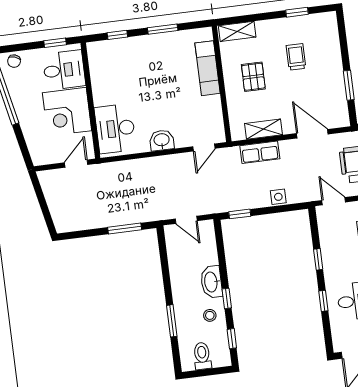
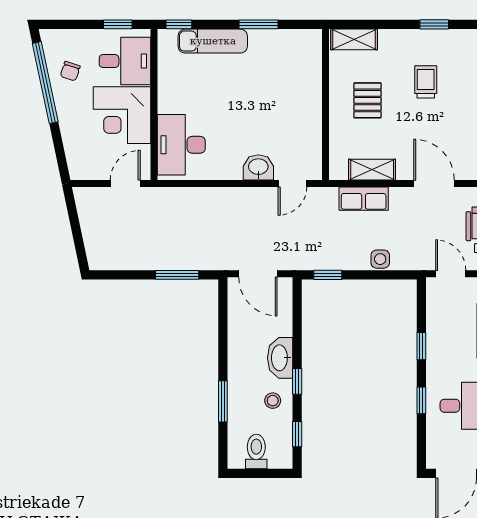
window: (117, 35) -> (179, 24), moved
chair: (14, 61) -> (70, 71), moved
exam couch: (207, 68) -> (213, 41), moved, turned -90
washbasin: (162, 140) -> (258, 167), moved
door: (186, 220) -> (258, 274), width x1.38

